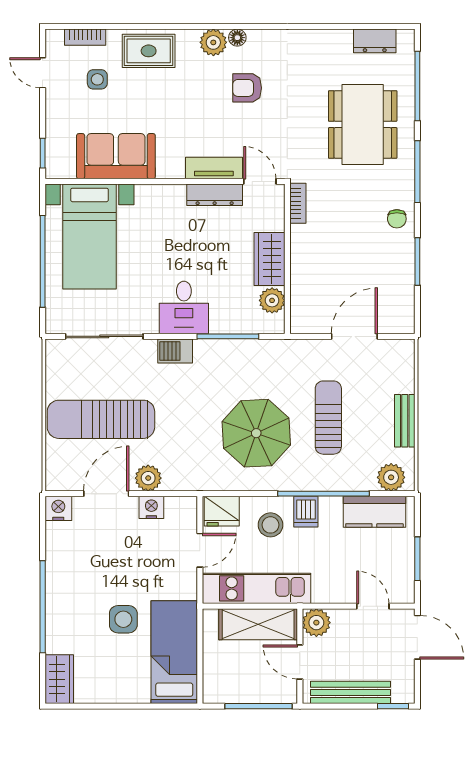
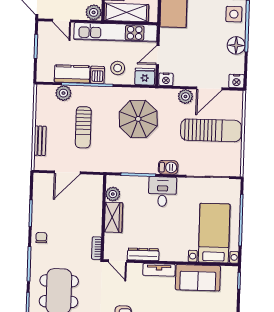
tv unit: (214, 168) -> (159, 270), moved
bench: (405, 421) -> (40, 141), moved
parasol: (256, 433) -> (138, 119), moved
plant: (391, 477) -> (63, 93), moved
nightstand: (151, 507) -> (166, 79), moved
kitchen counter: (374, 512) -> (72, 74), moved
floor lamp: (61, 572) -> (236, 45), added
kitchen unit: (257, 588) -> (116, 32), width x1.36
side table: (123, 619) -> (234, 14), moved

